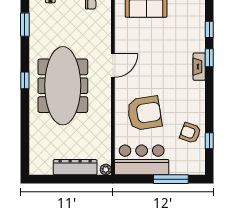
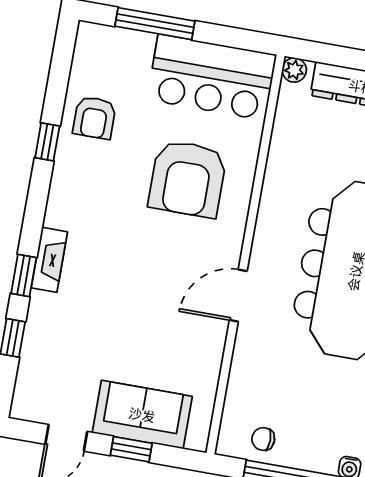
armchair: (144, 113) -> (188, 179), turned -81
armchair: (190, 133) -> (94, 118), turned 70
window: (209, 141) -> (47, 142), moved

